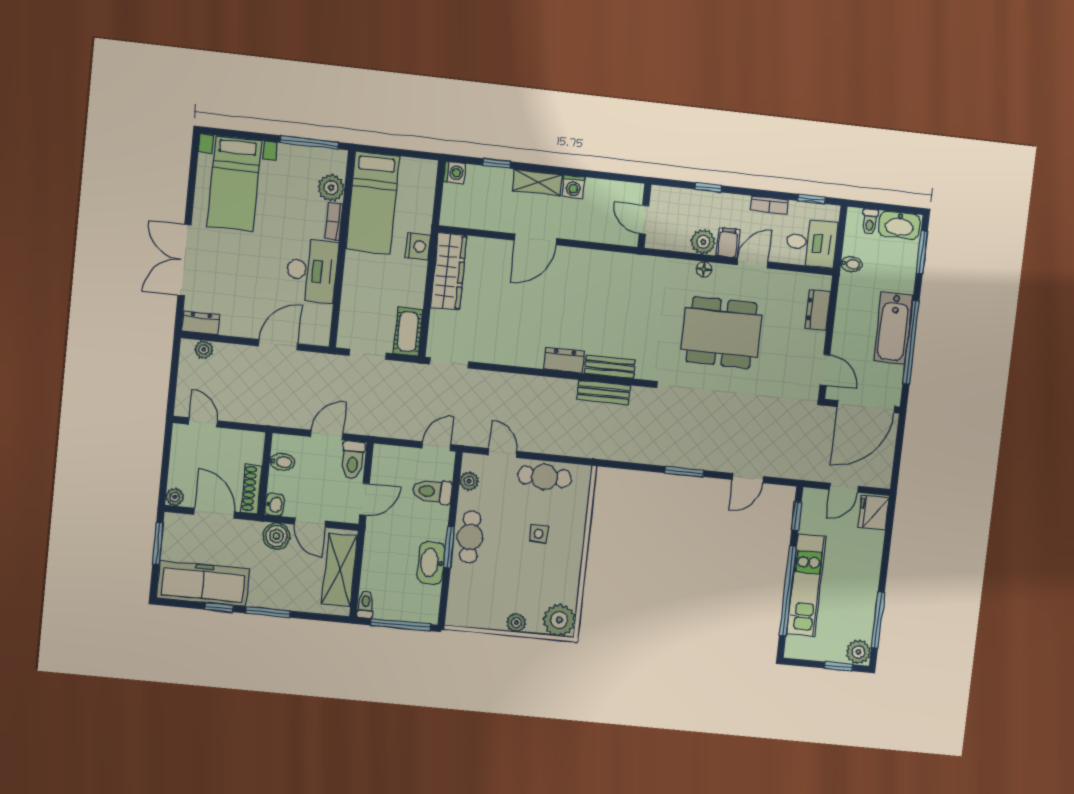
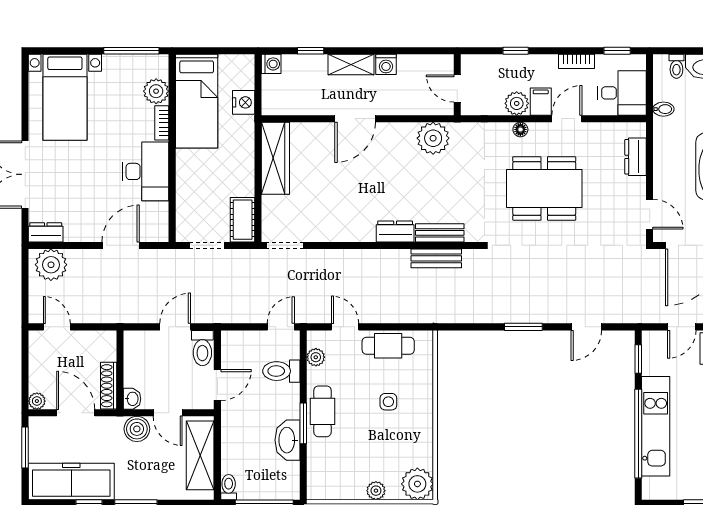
nightstand: (418, 246) -> (244, 102), moved
plant: (614, 268) -> (433, 138), added
plant: (204, 350) -> (51, 265), width x1.88, depth x1.88
bidet: (282, 462) -> (135, 357), removed

